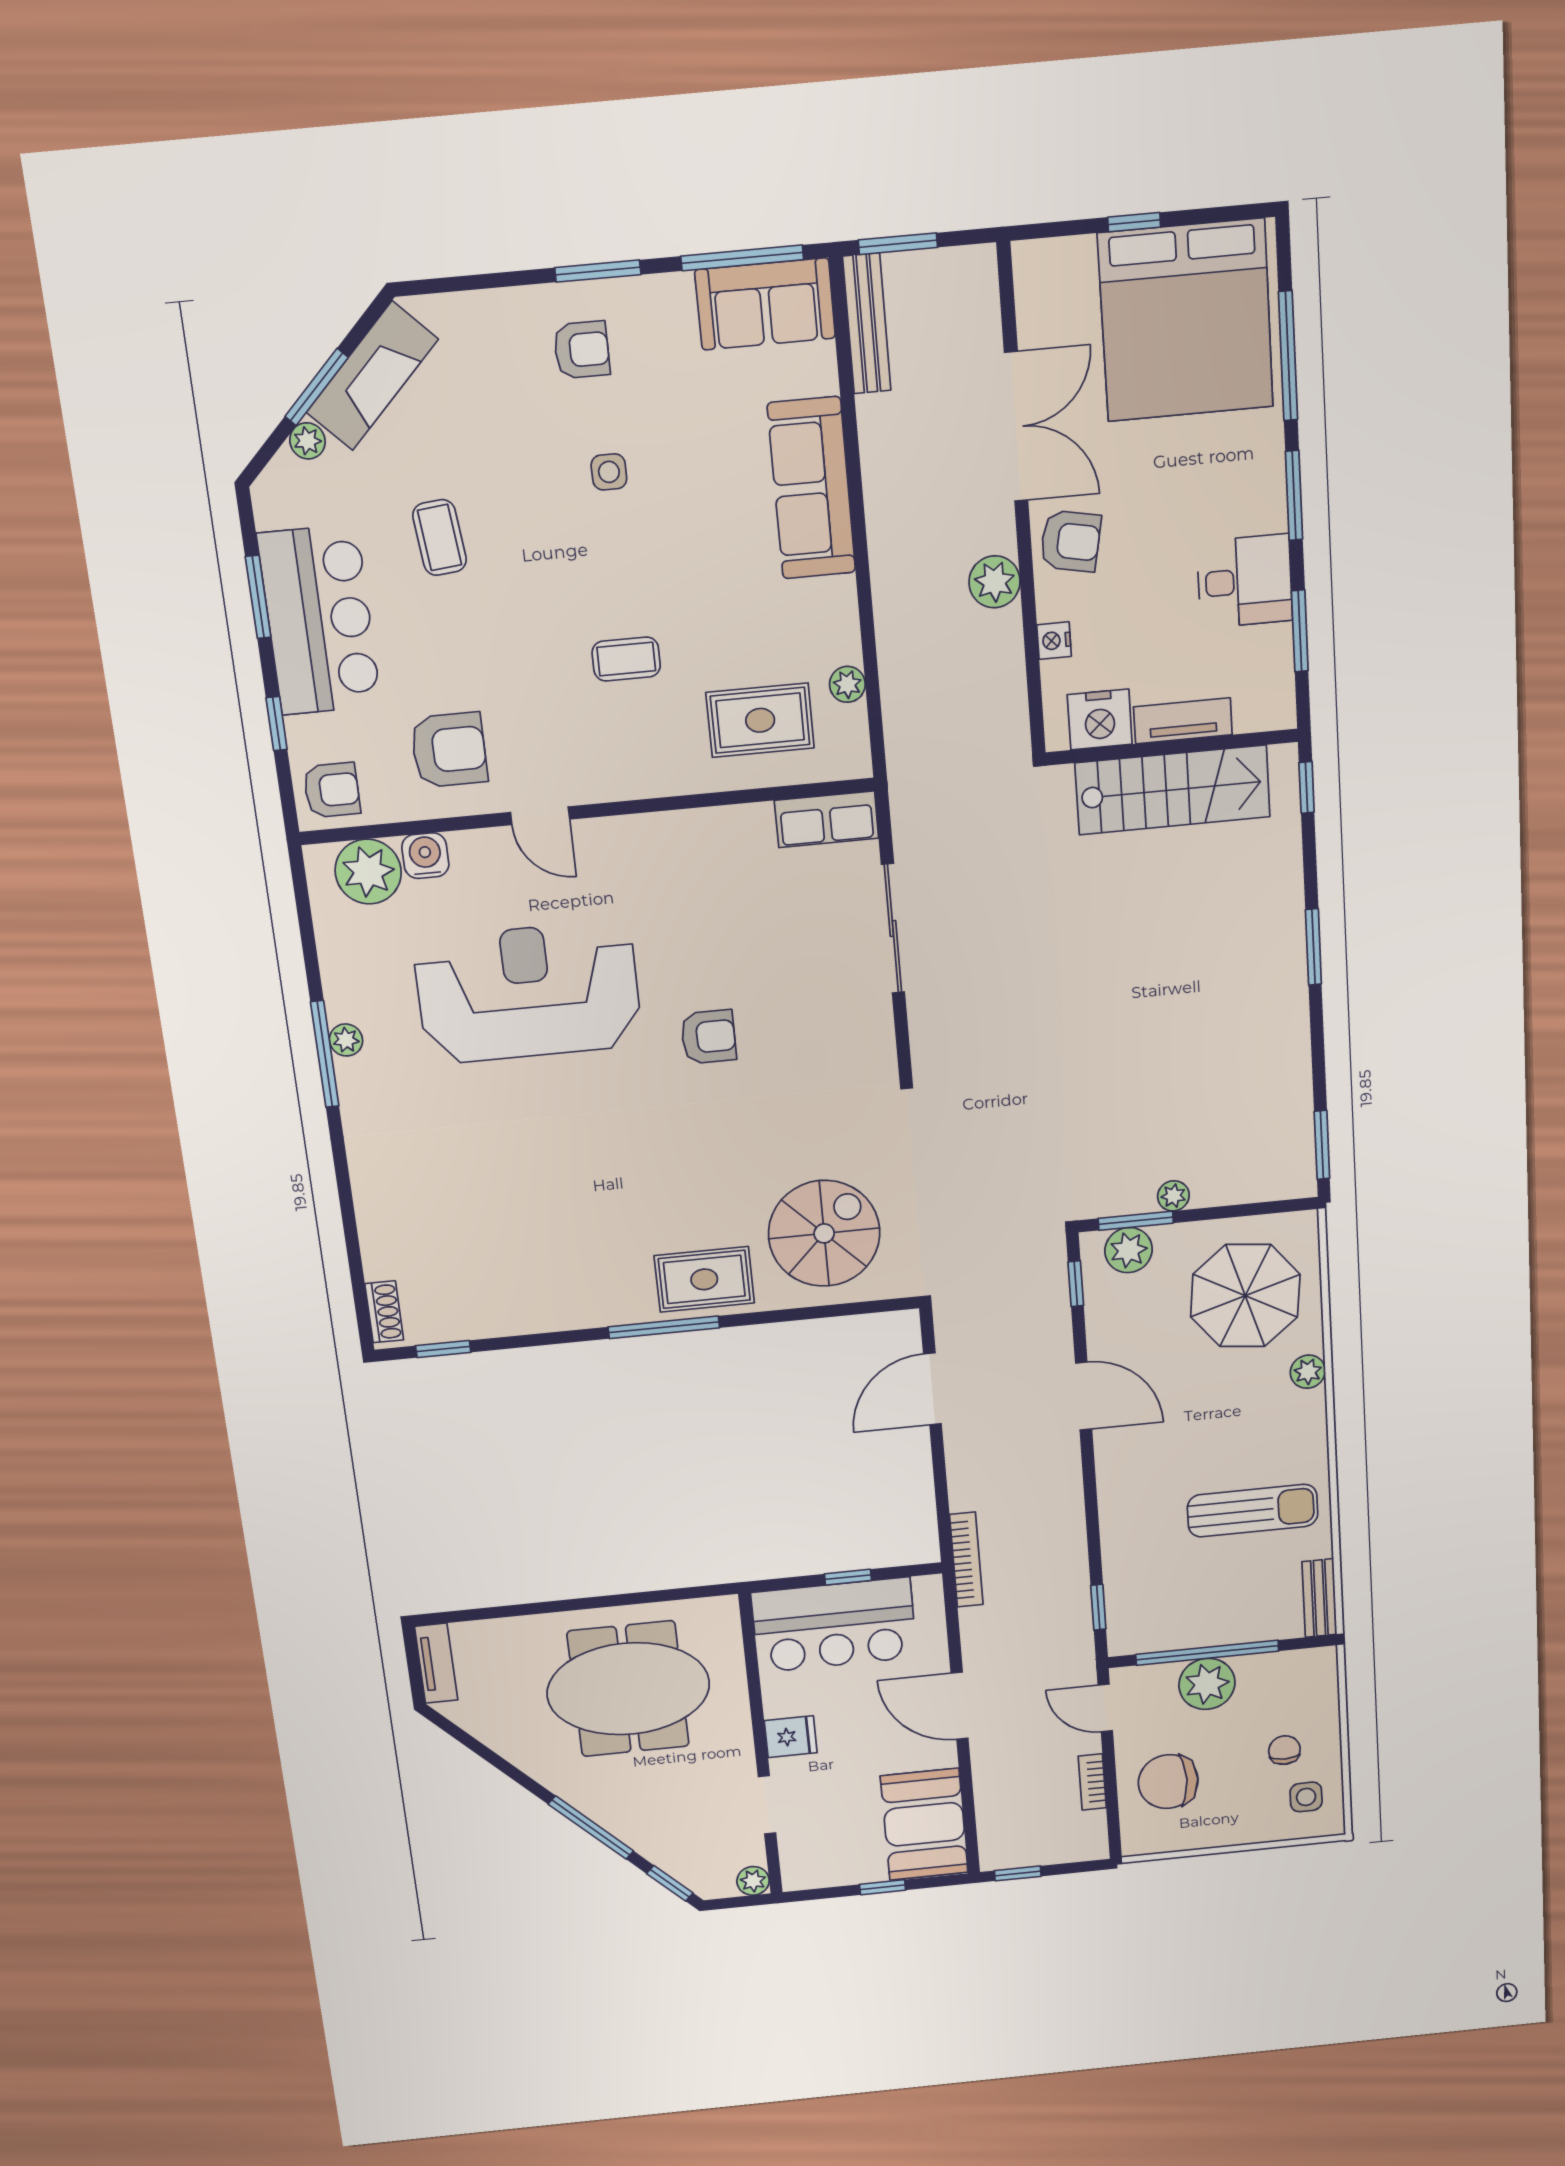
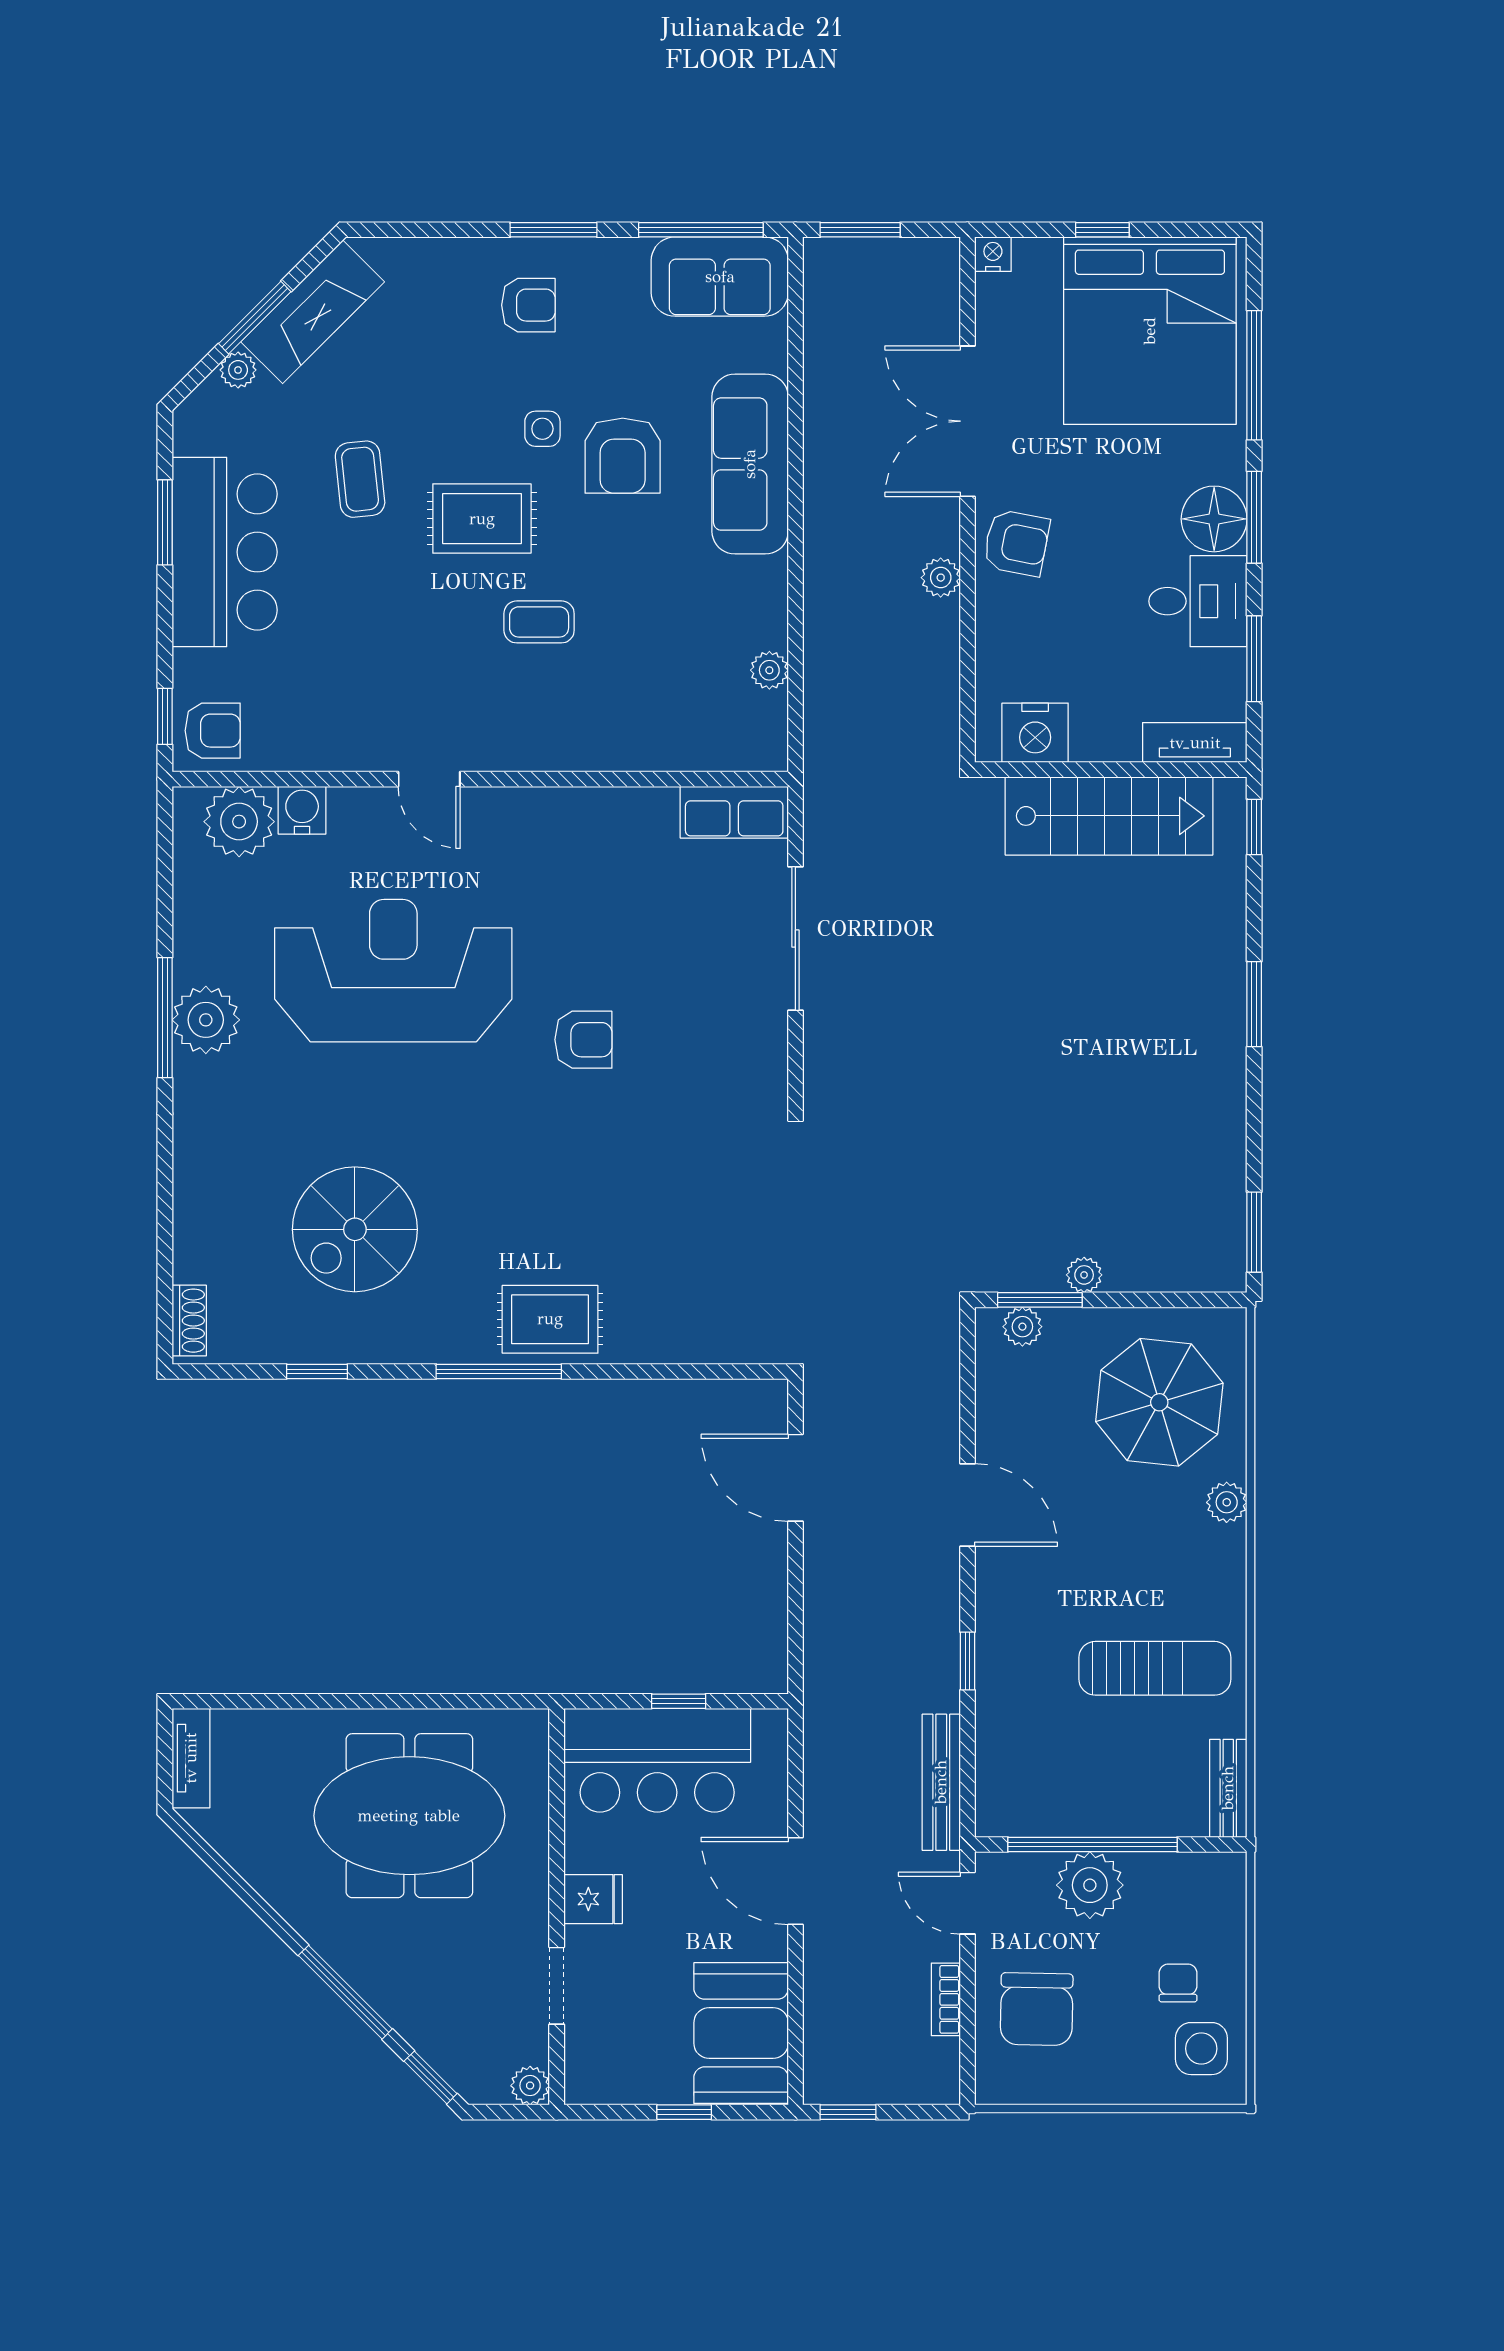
bench: (867, 324) -> (941, 1782), moved
double door: (1016, 427) -> (967, 421), swing flipped
floor lamp: (1256, 501) -> (1214, 519), added
plant: (995, 582) -> (941, 578), width x0.73, depth x0.73
nightstand: (1054, 641) -> (993, 254), moved, turned 90
rug: (760, 720) -> (482, 519), moved
tv unit: (1183, 721) -> (1195, 743), moved
window: (277, 724) -> (165, 716), moved
armchair: (449, 750) -> (623, 456), moved, turned 90
plant: (346, 1040) -> (206, 1020), width x1.87, depth x1.87
spiral stairs: (824, 1233) -> (355, 1229), moved, turned 180
plant: (1129, 1250) -> (1022, 1327), width x0.73, depth x0.73
window: (1076, 1284) -> (967, 1368), removed
window: (443, 1349) -> (317, 1372), moved
door: (932, 1389) -> (795, 1478), hinge flipped
bookcase: (966, 1560) -> (818, 1694), removed
window: (1098, 1607) -> (967, 1661), moved
chair: (1168, 1782) -> (1037, 2009), turned -89
side table: (1306, 1797) -> (1201, 2049), width x1.37, depth x1.37

